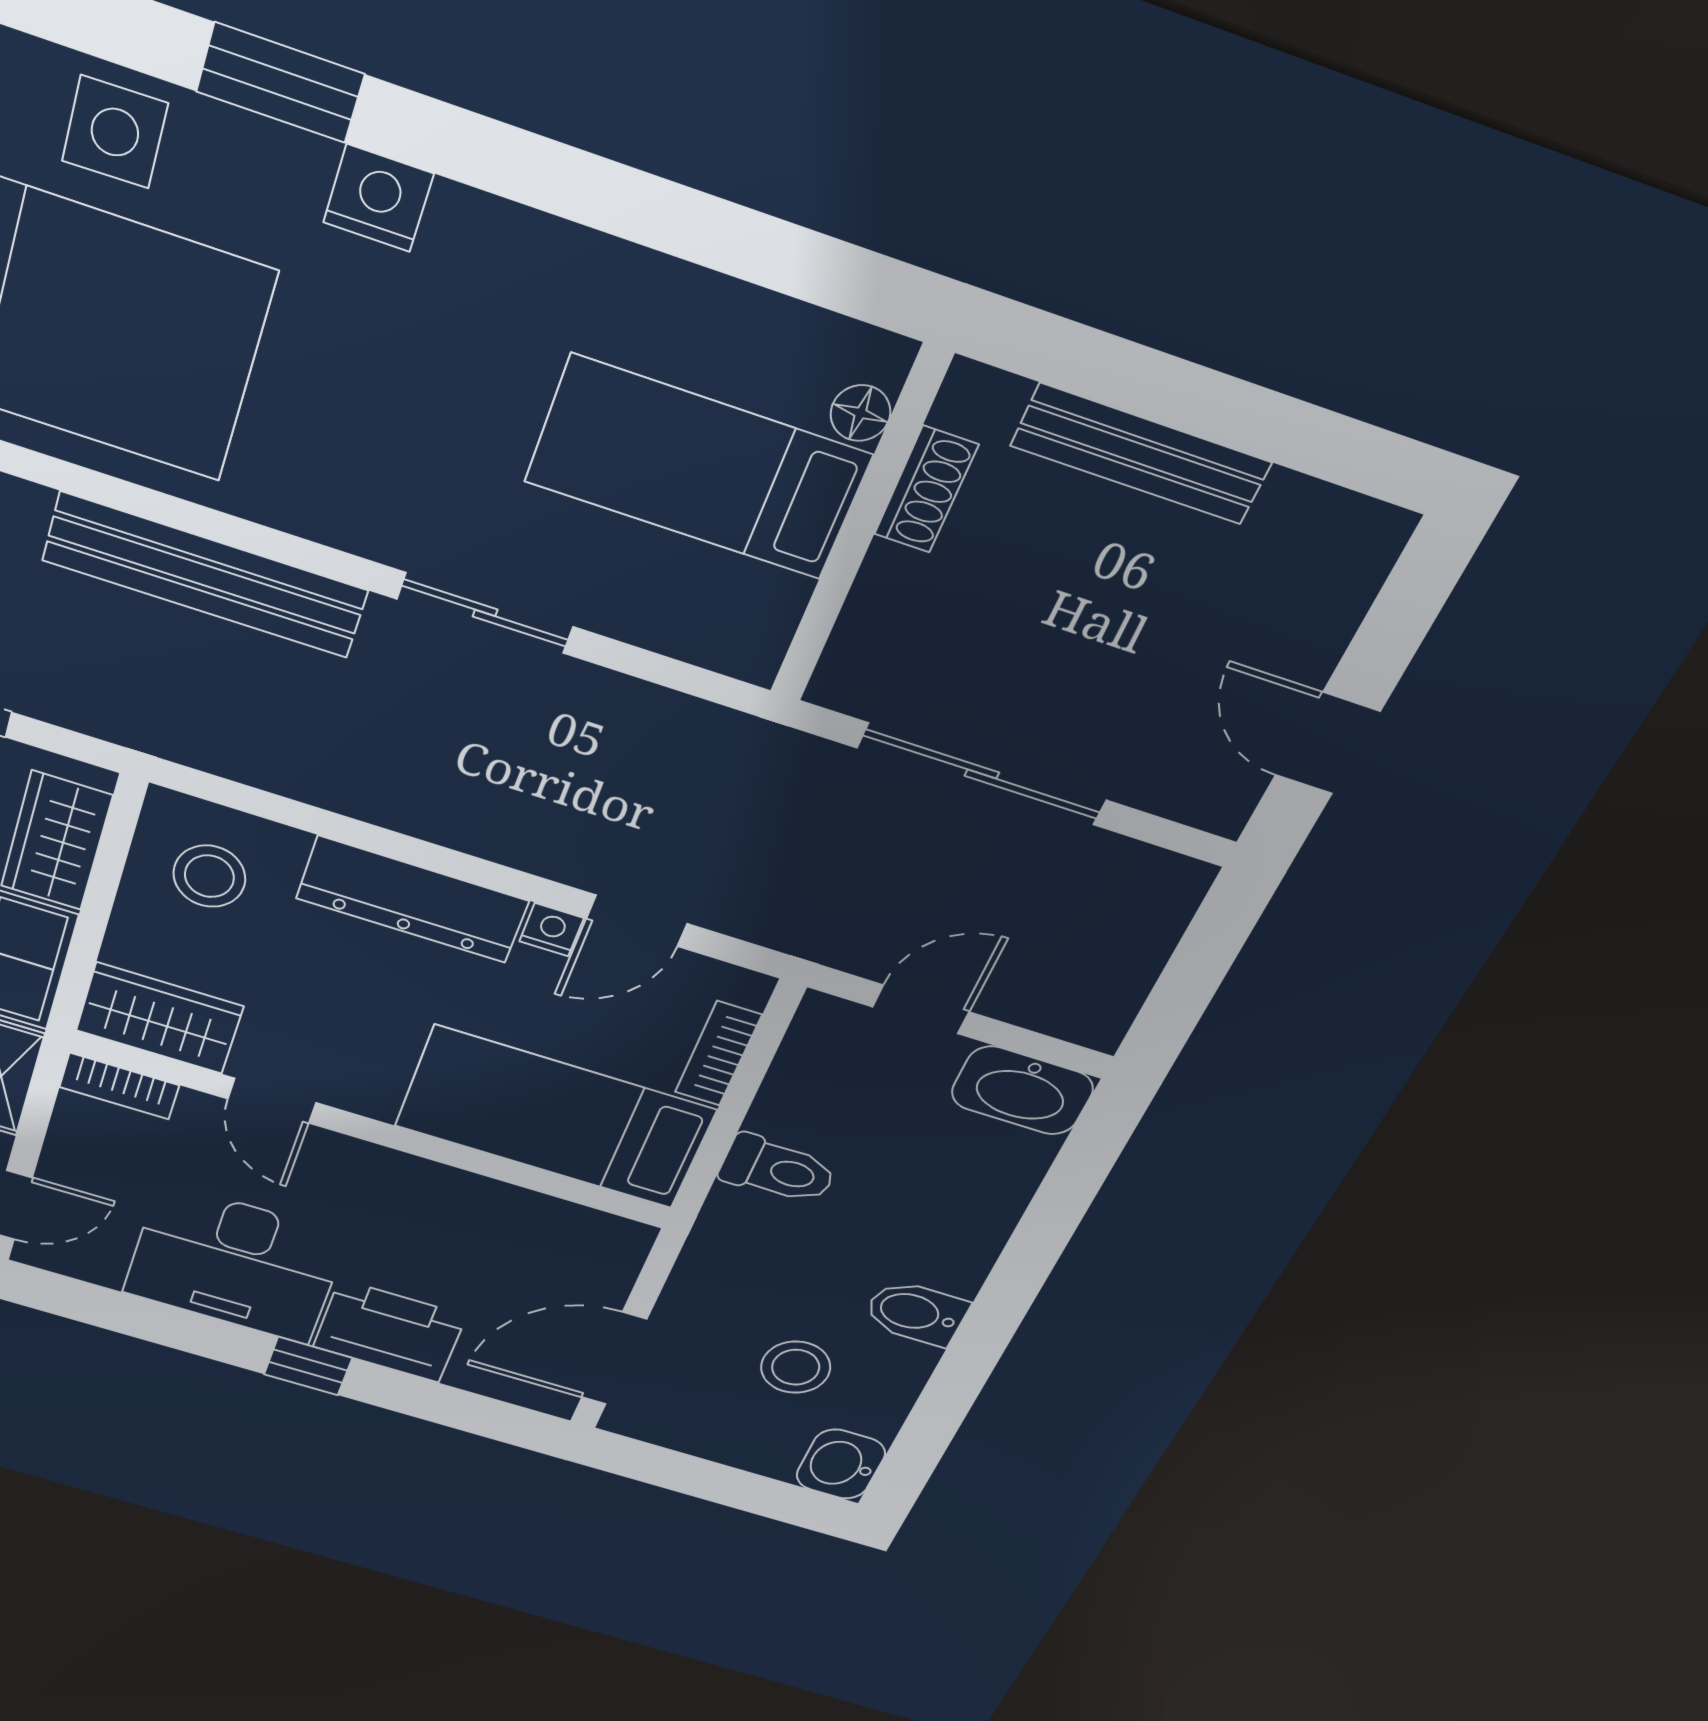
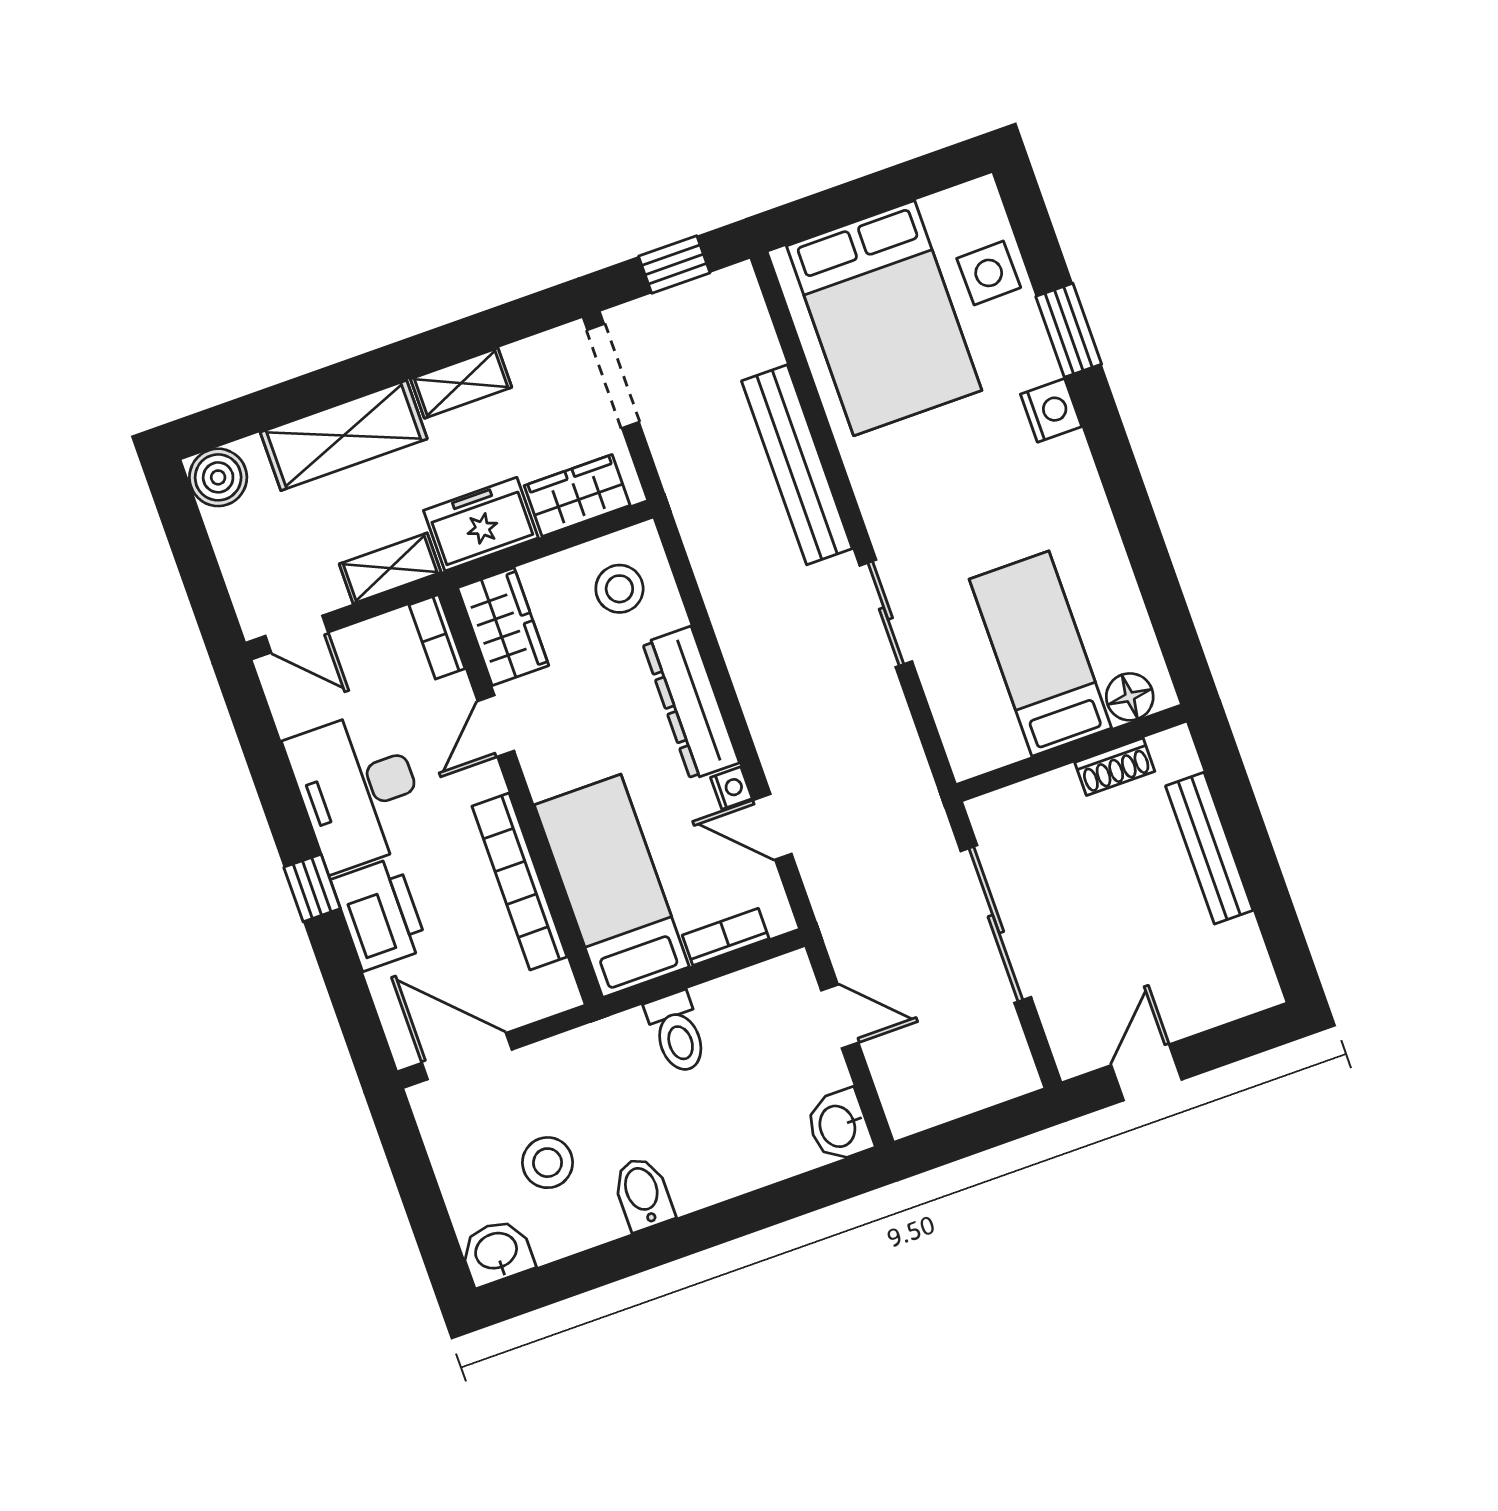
floor lamp: (860, 413) -> (1130, 697), width x1.37, depth x1.37
washbasin: (1022, 1091) -> (839, 1126), width x0.72
bookcase: (470, 1195) -> (519, 882), added

